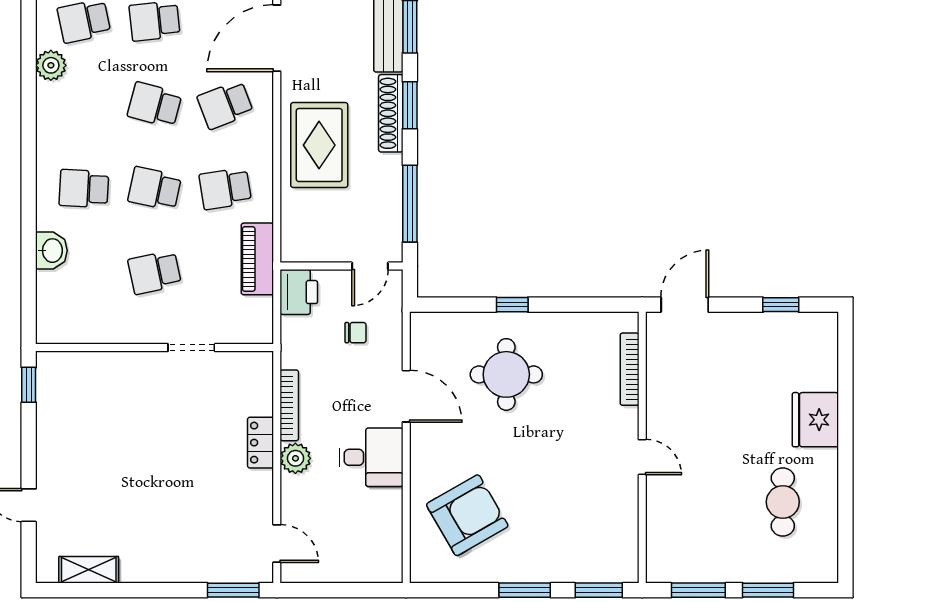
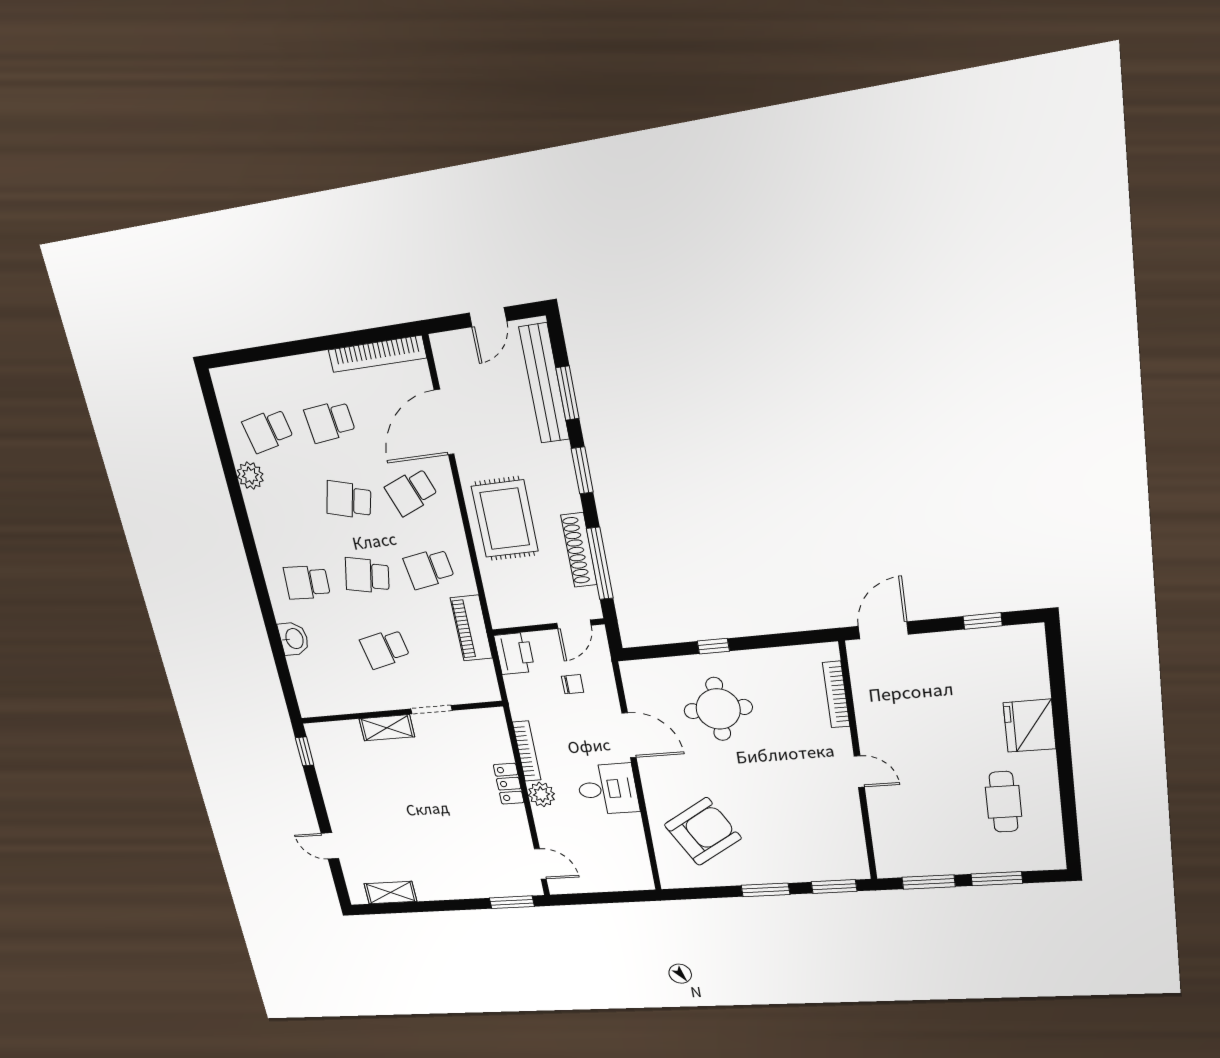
shoe rack: (391, 113) -> (579, 550), moved
shelving: (134, 365) -> (387, 728), added

